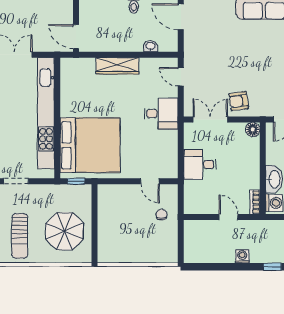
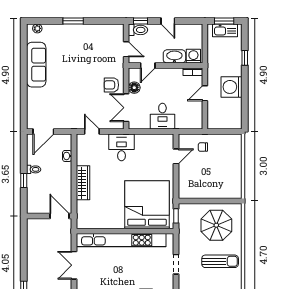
door: (76, 37) -> (59, 216), swing flipped
door: (181, 77) -> (92, 132), swing flipped
armchair: (239, 101) -> (111, 85), turned 98
floor lamp: (253, 129) -> (134, 88), moved
door: (263, 146) -> (148, 66), added
washing machine: (242, 256) -> (232, 87), width x1.89, depth x1.89

